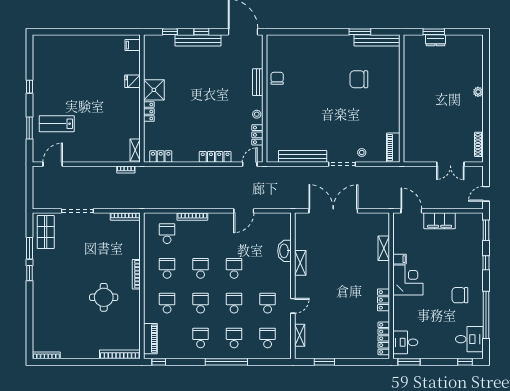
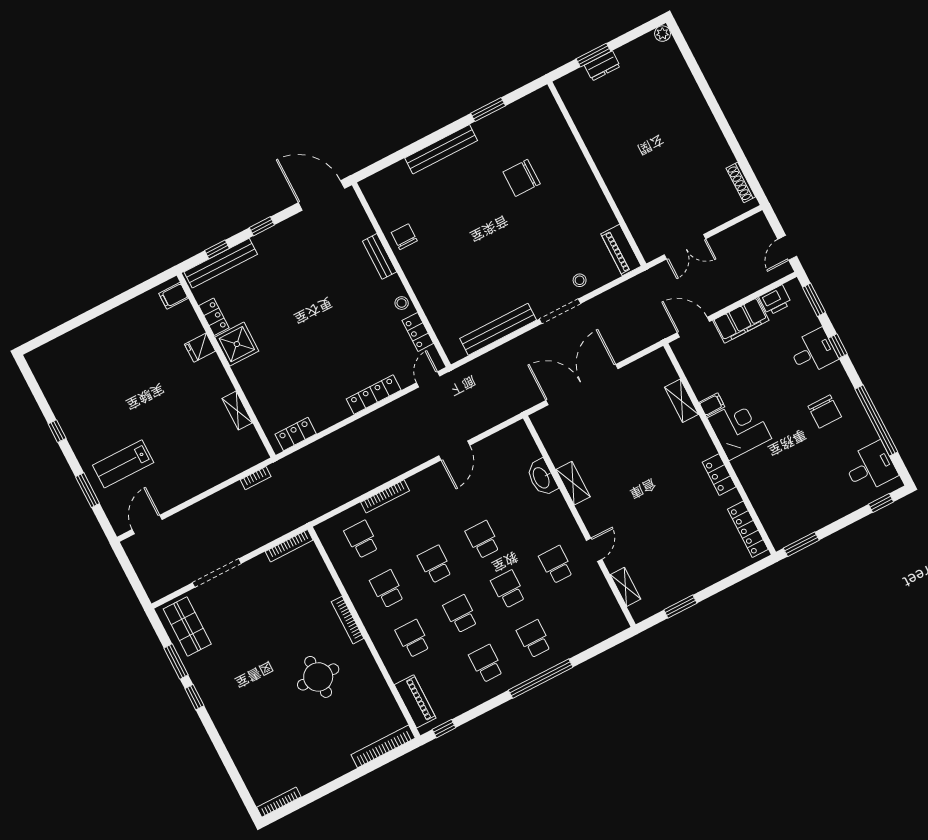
bench: (198, 40) -> (221, 263), moved
bench: (377, 40) -> (441, 149), moved
plant: (478, 92) -> (663, 34), moved
locker: (149, 112) -> (214, 317), moved
shelving: (135, 150) -> (237, 411), moved
double door: (450, 164) -> (685, 247), moved
printer: (464, 219) -> (775, 300), added
chair: (460, 295) -> (825, 412), turned -90
school desk: (268, 338) -> (582, 614), removed
desk: (405, 342) -> (813, 352), moved, turned 180

